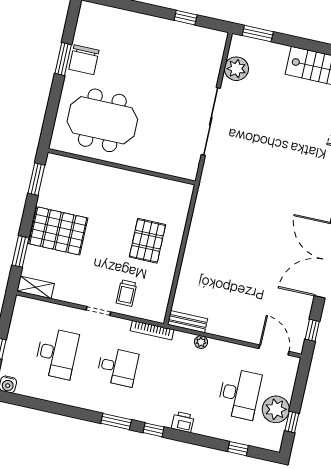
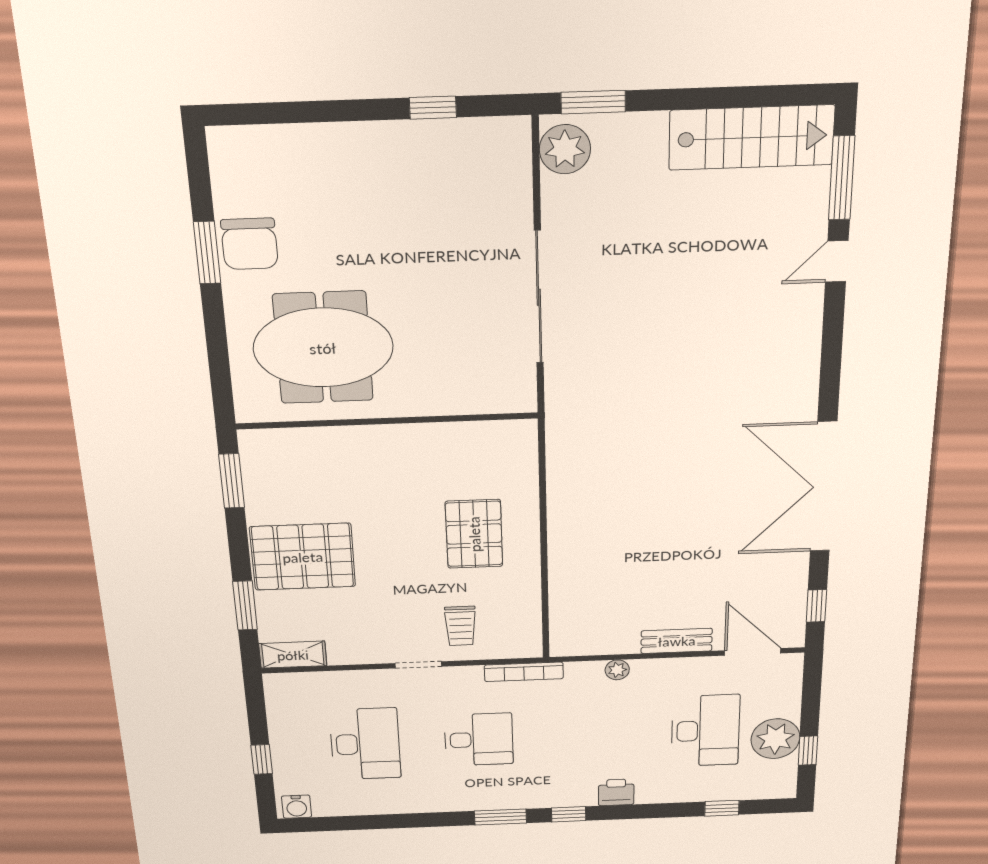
plant: (236, 69) -> (565, 149), moved
bench: (188, 322) -> (677, 641), moved

